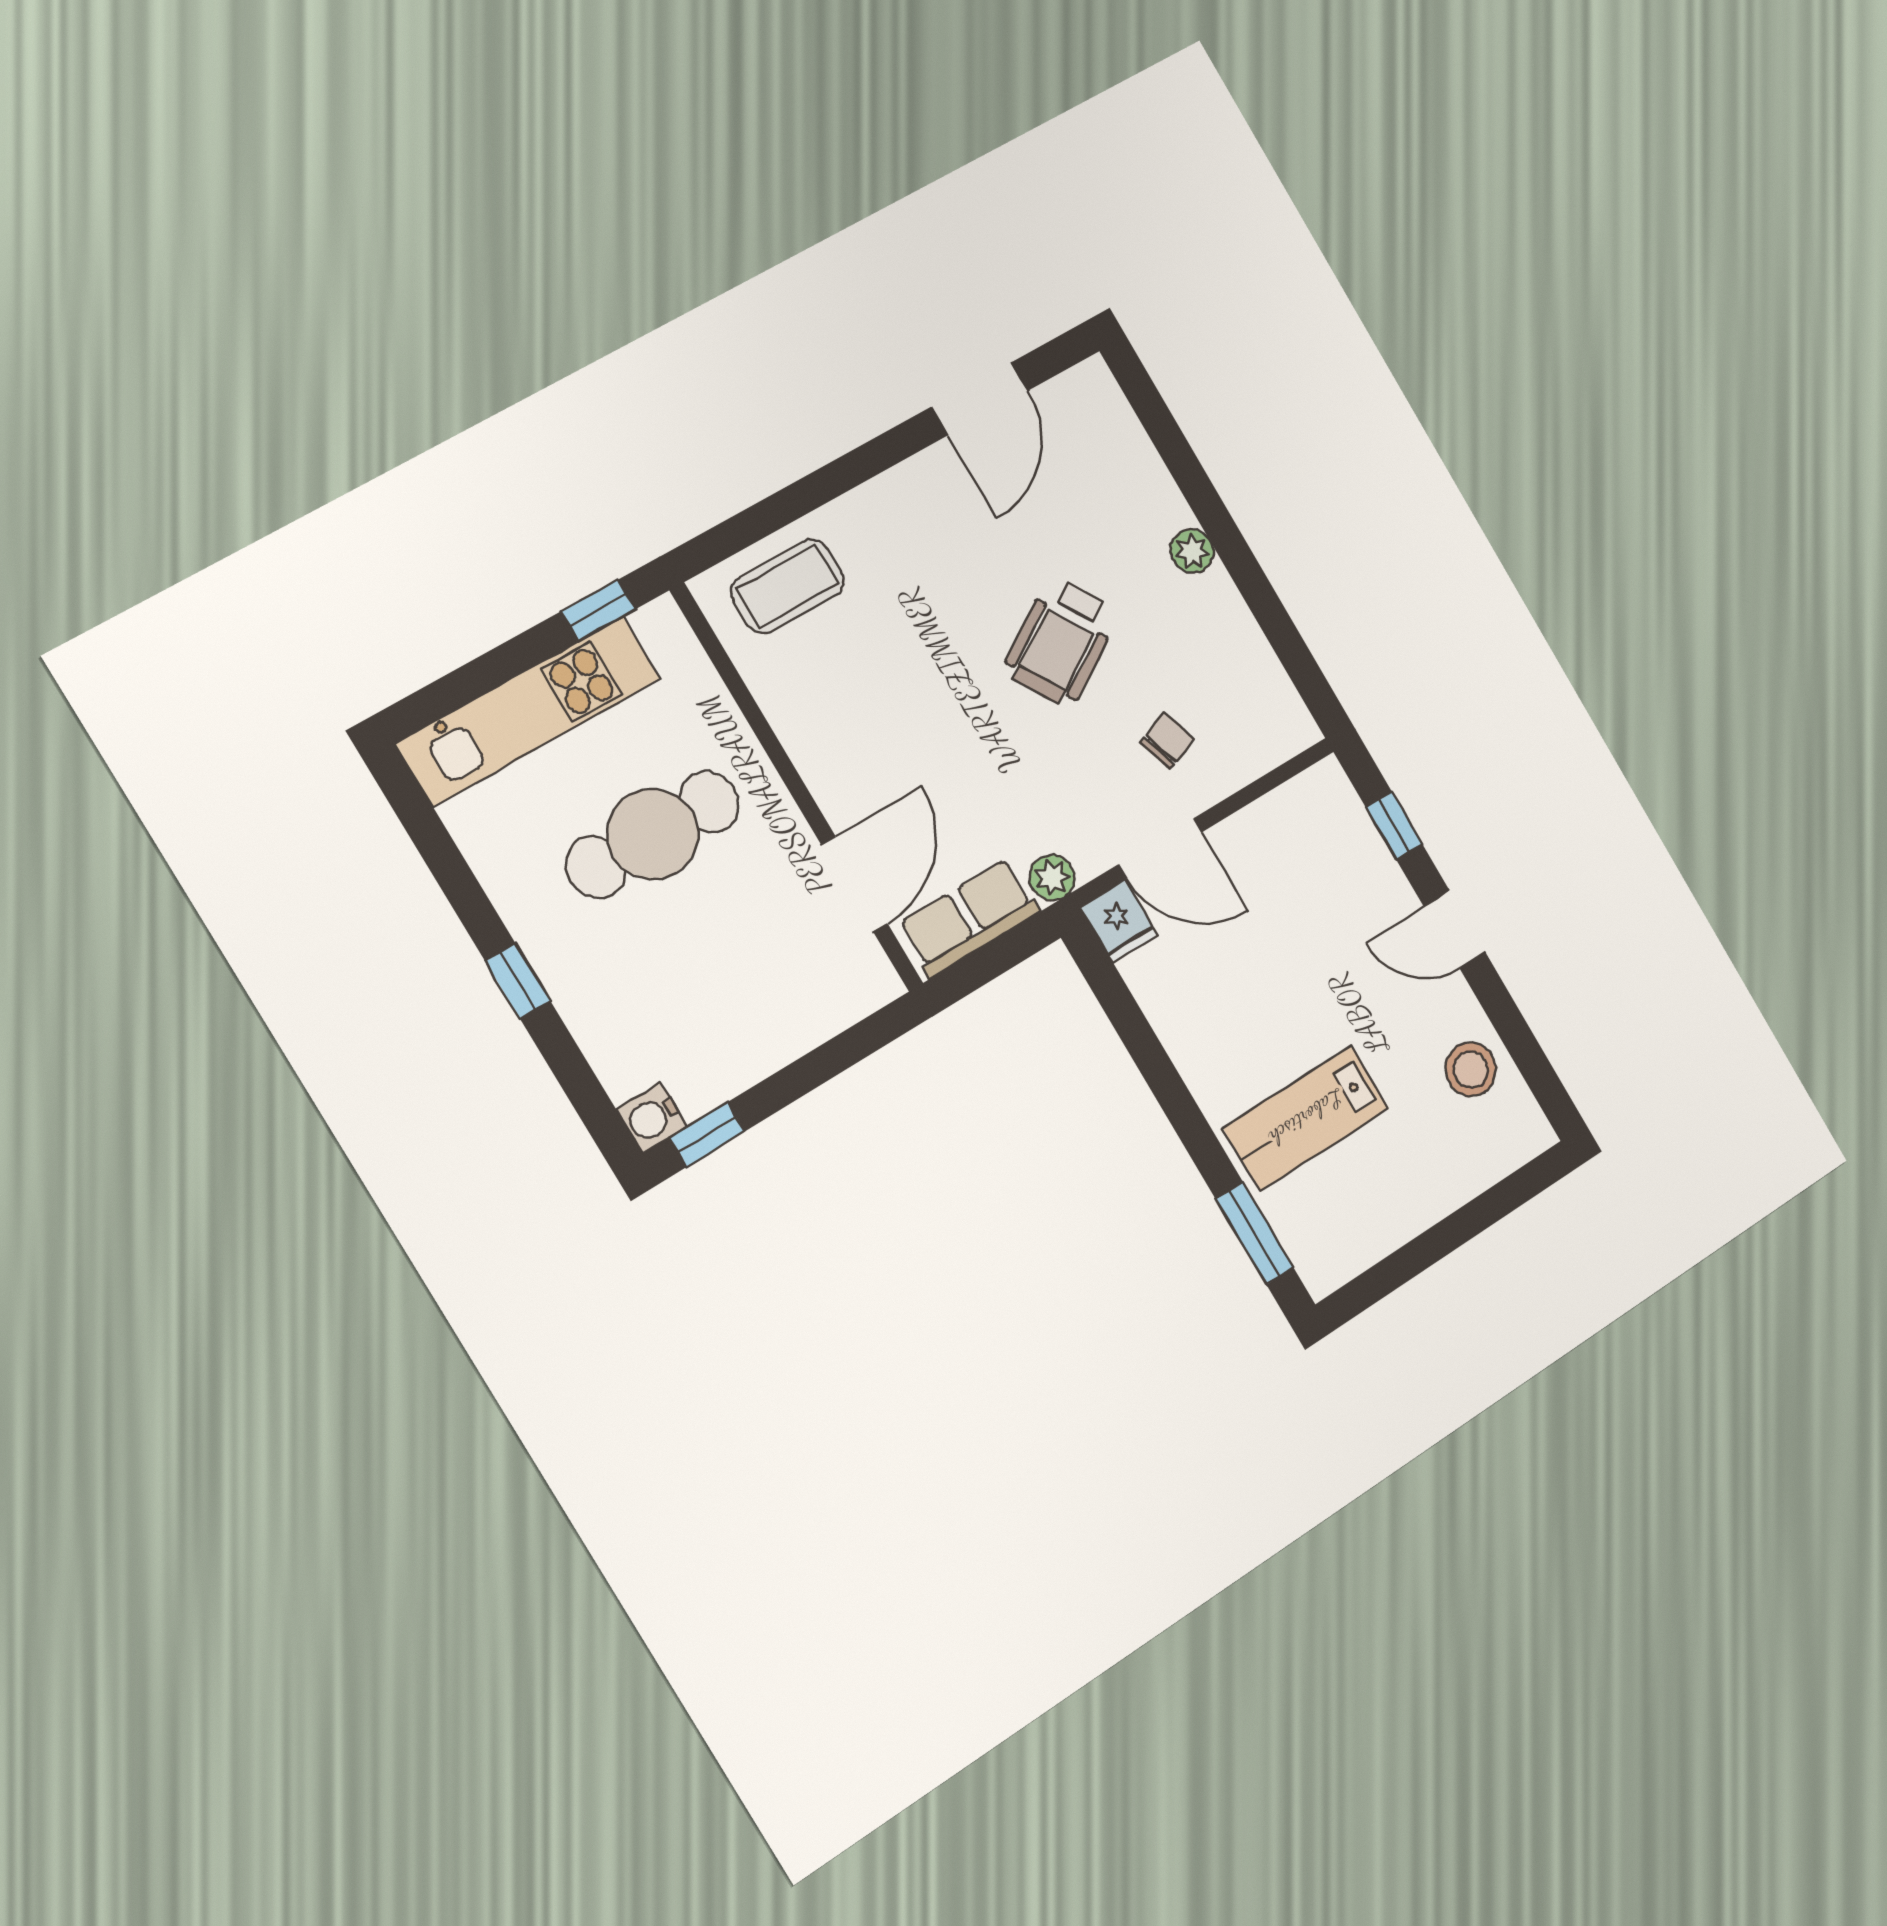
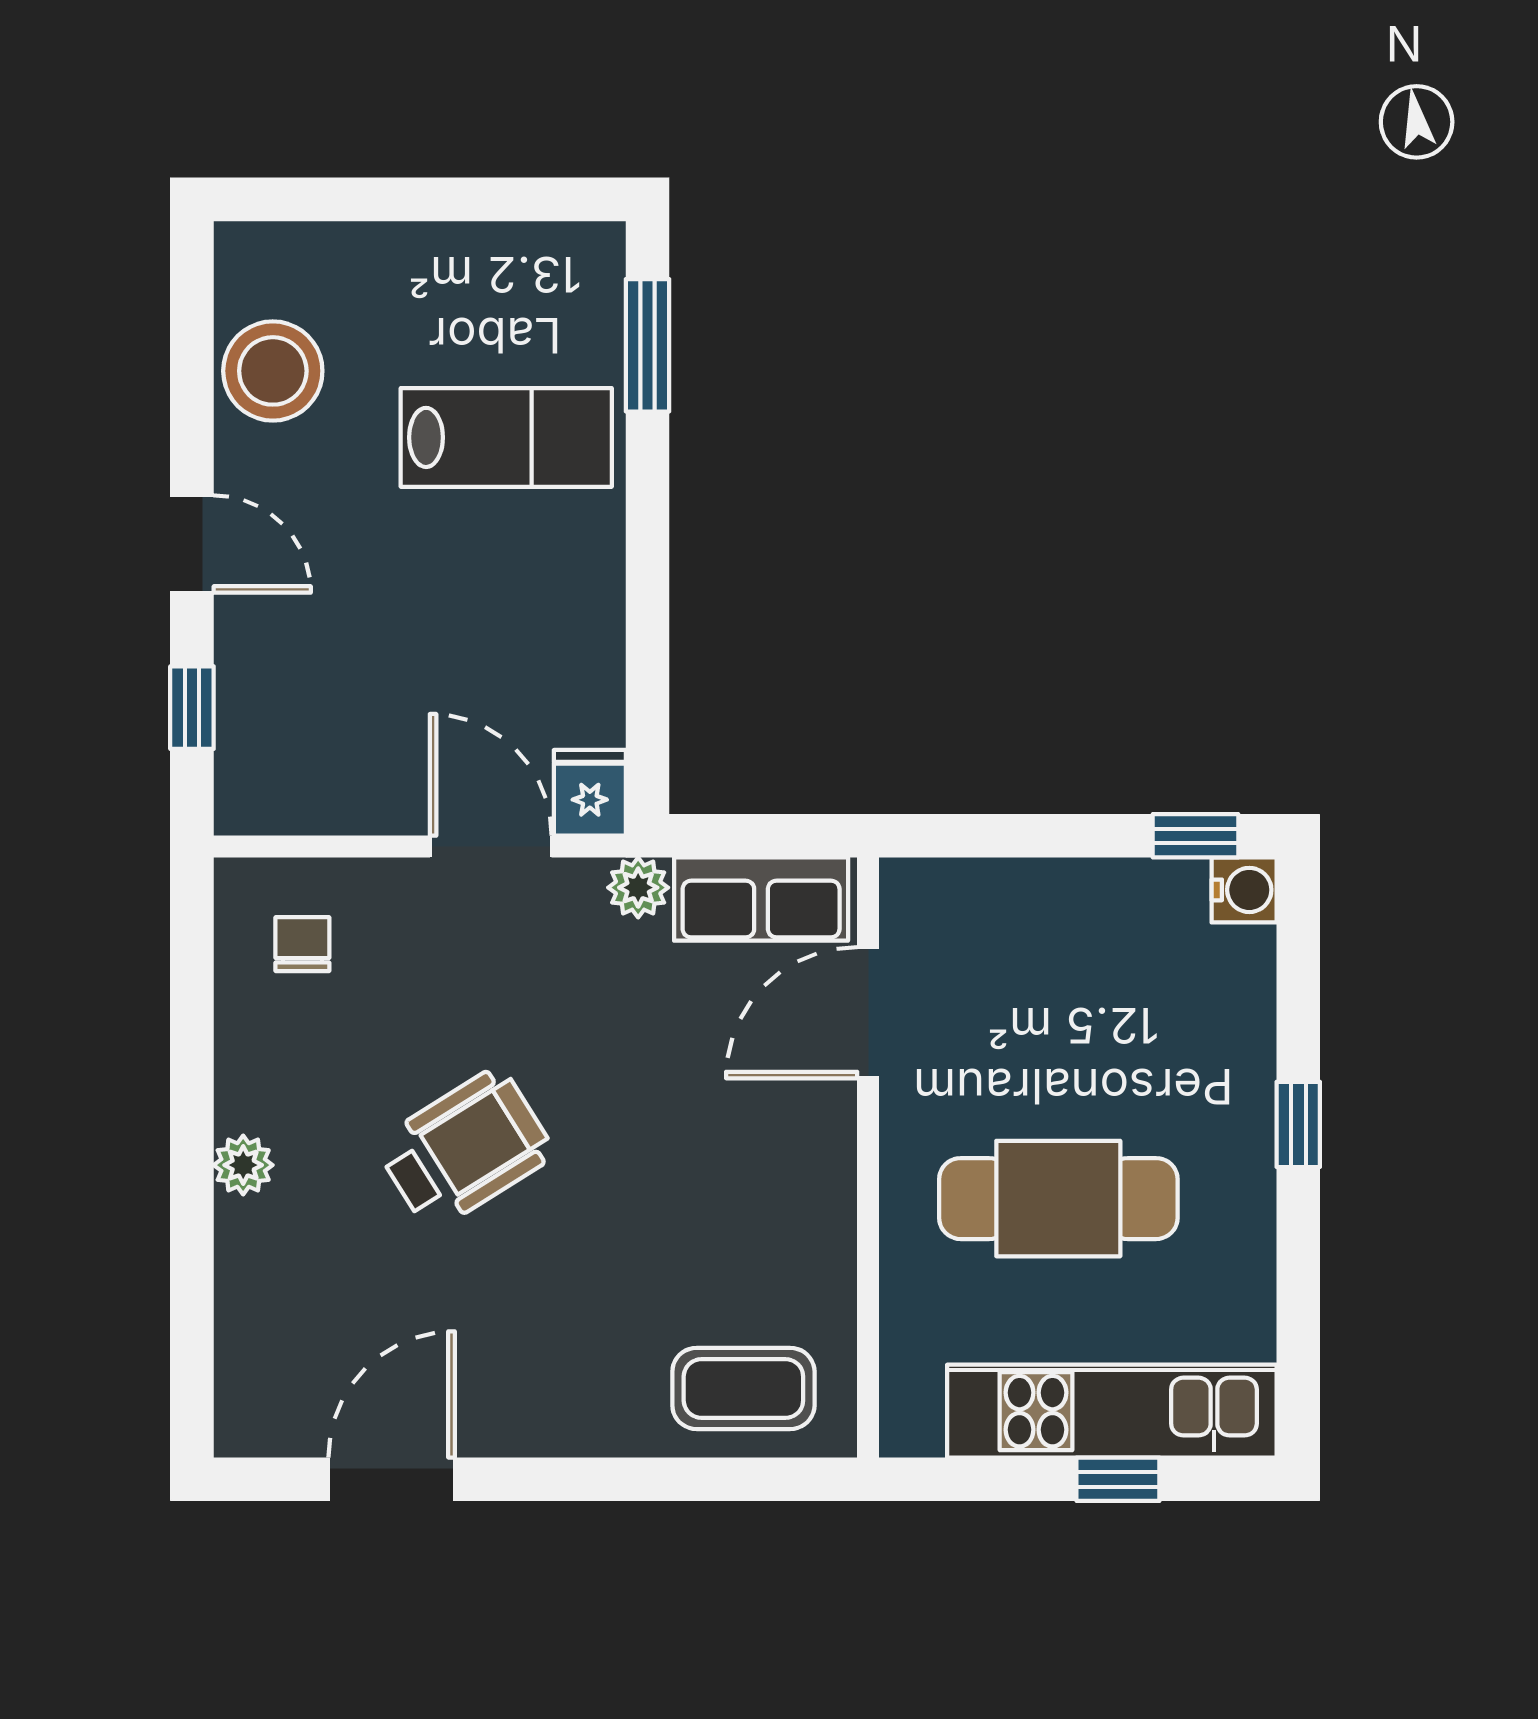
window: (598, 610) -> (1118, 1479), moved
chair: (1167, 741) -> (302, 944), moved, turned 109
stool: (1471, 1069) -> (273, 371), width x1.38, depth x1.38

